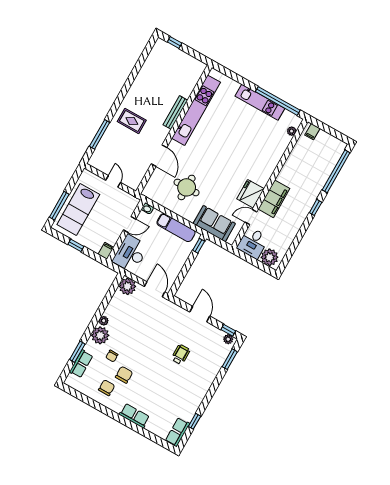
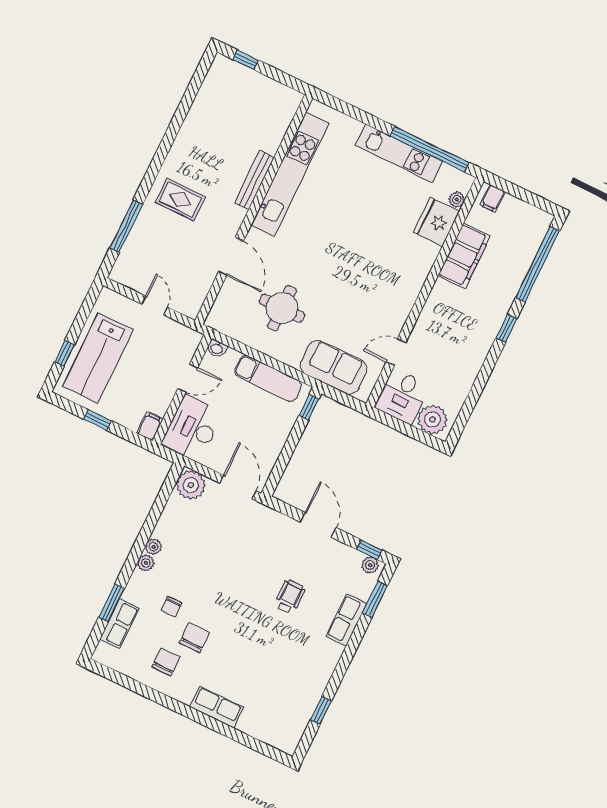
fridge: (250, 194) -> (437, 222), moved
filing cabinet: (274, 199) -> (464, 256), moved
window: (59, 206) -> (64, 353), width x0.46
plant: (100, 335) -> (146, 563), width x0.53, depth x0.53
row of seats: (178, 432) -> (347, 620), moved

